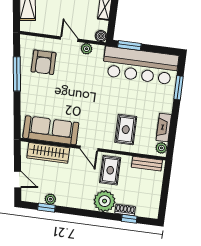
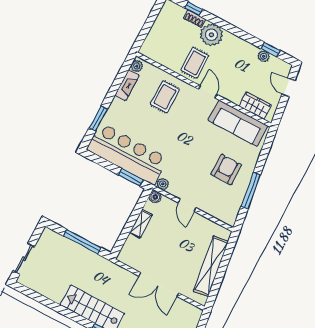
plant: (87, 49) -> (163, 184), moved
armchair: (44, 62) -> (226, 169), moved
wardrobe: (48, 153) -> (255, 106), width x0.67
bench: (147, 164) -> (157, 56), removed

